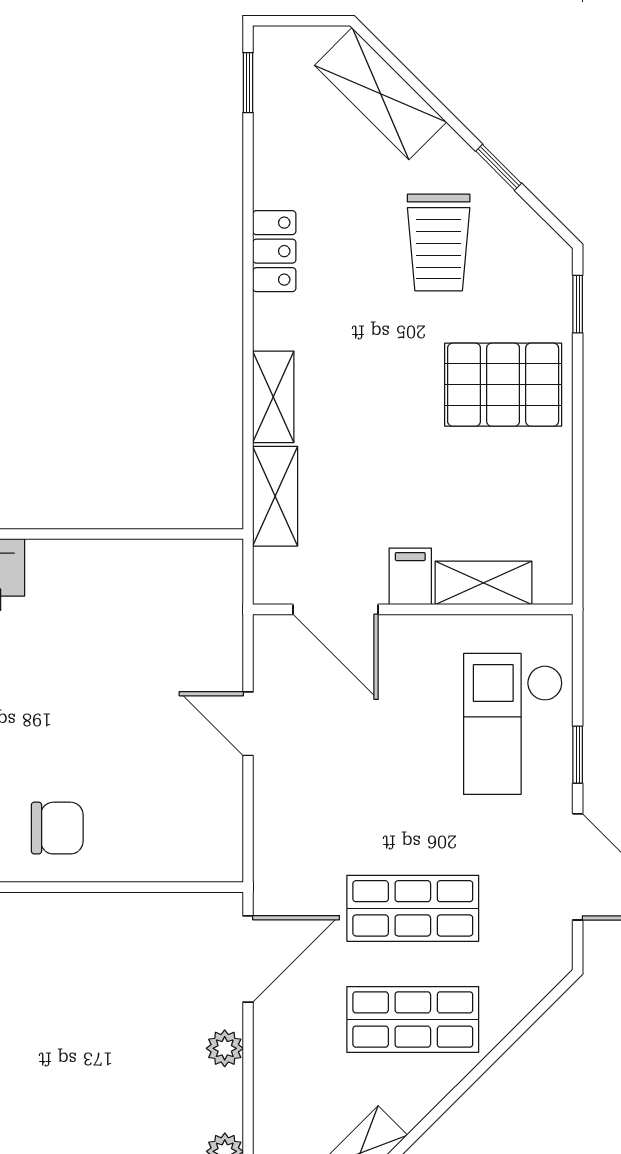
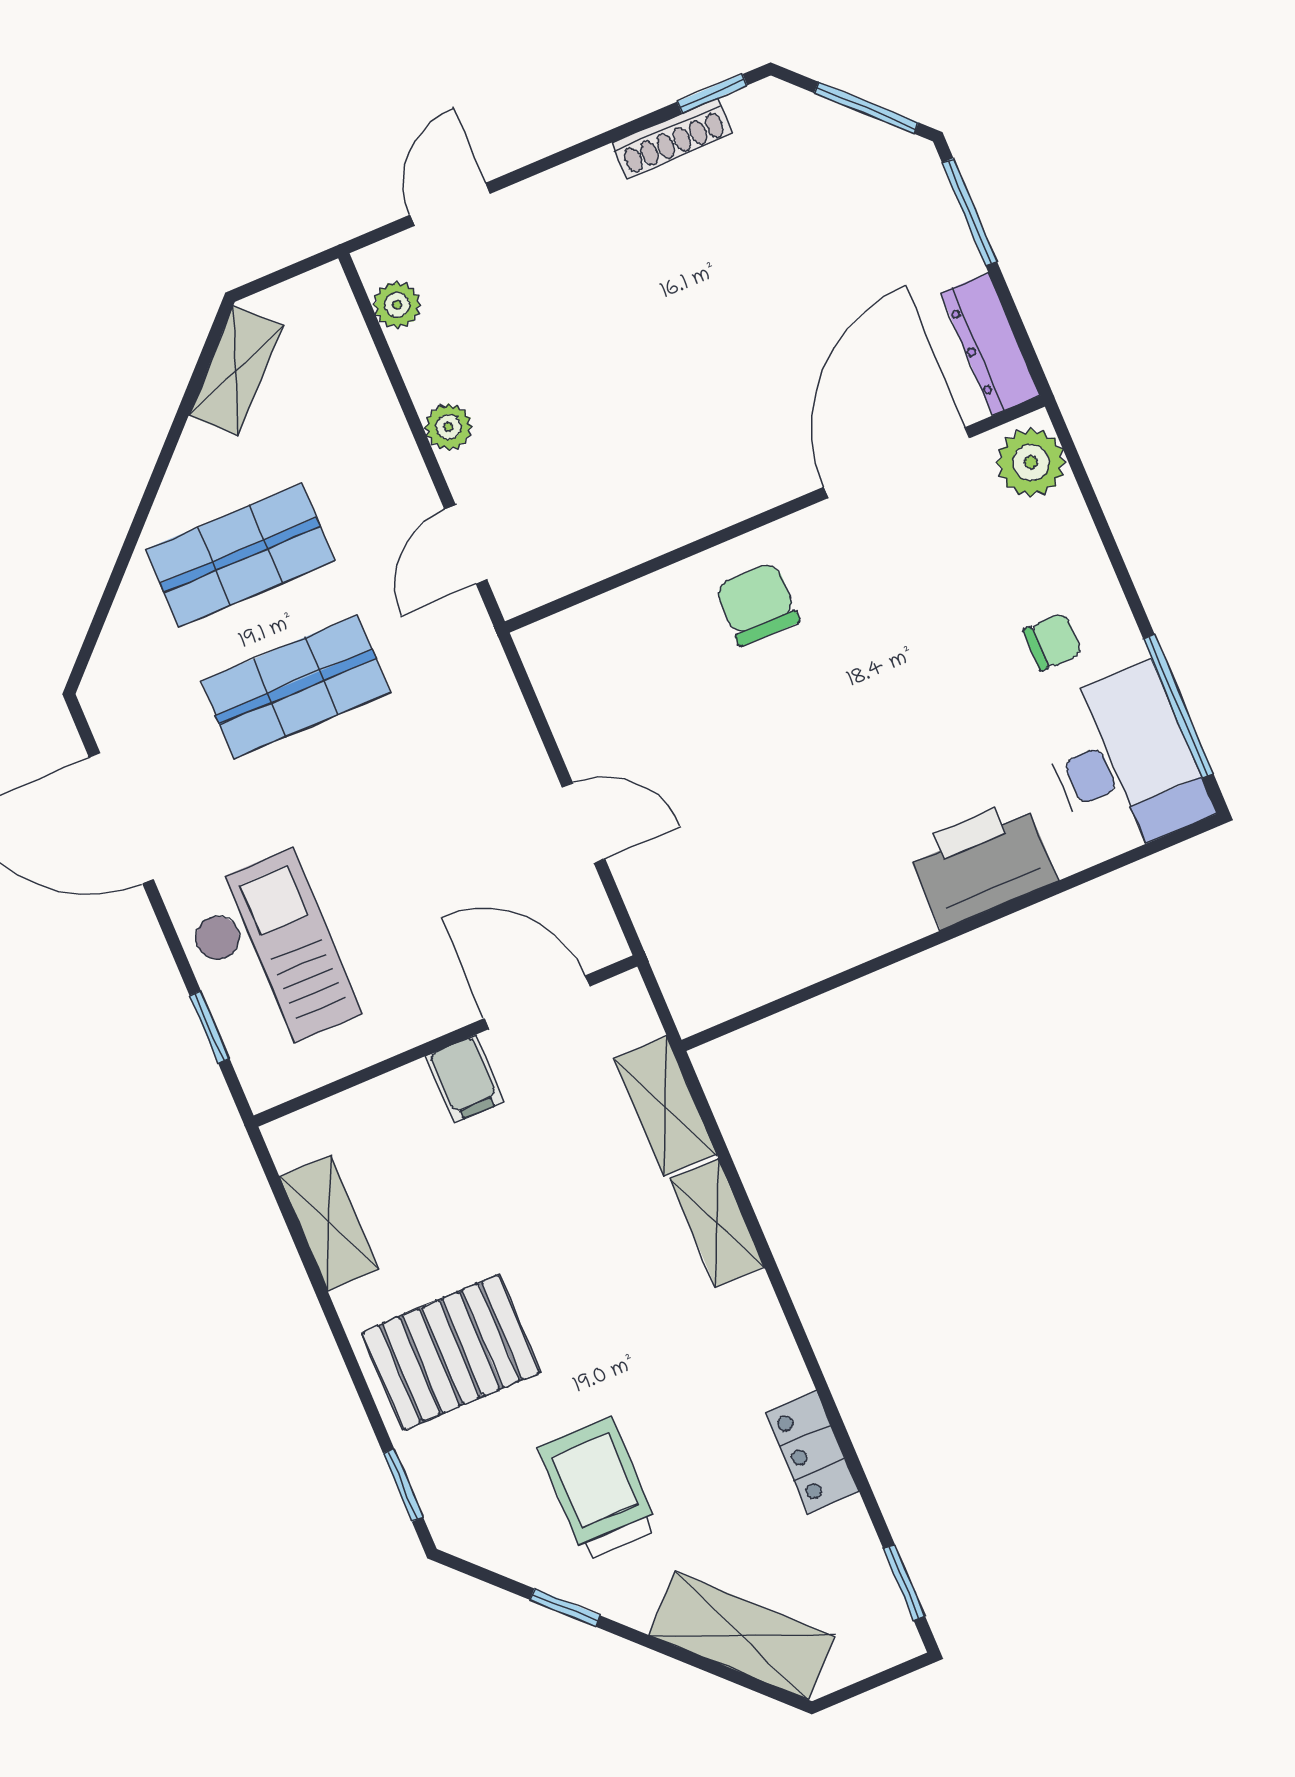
locker: (274, 251) -> (812, 1452), moved
shelving: (484, 583) -> (329, 1223), moved, turned 90
window: (578, 755) -> (210, 1027), moved
chair: (57, 828) -> (757, 604), turned 90
door: (248, 959) -> (466, 544), width x0.73

